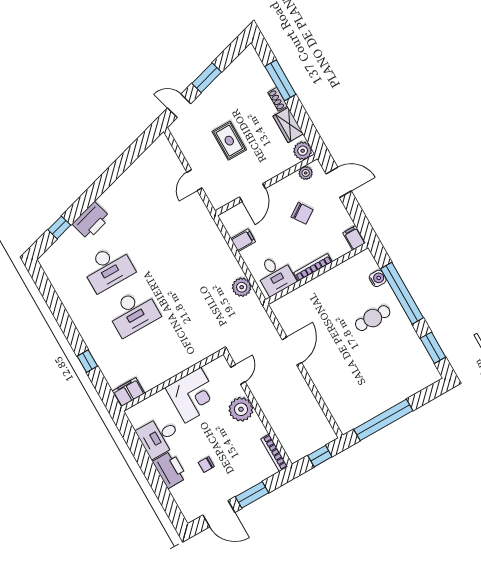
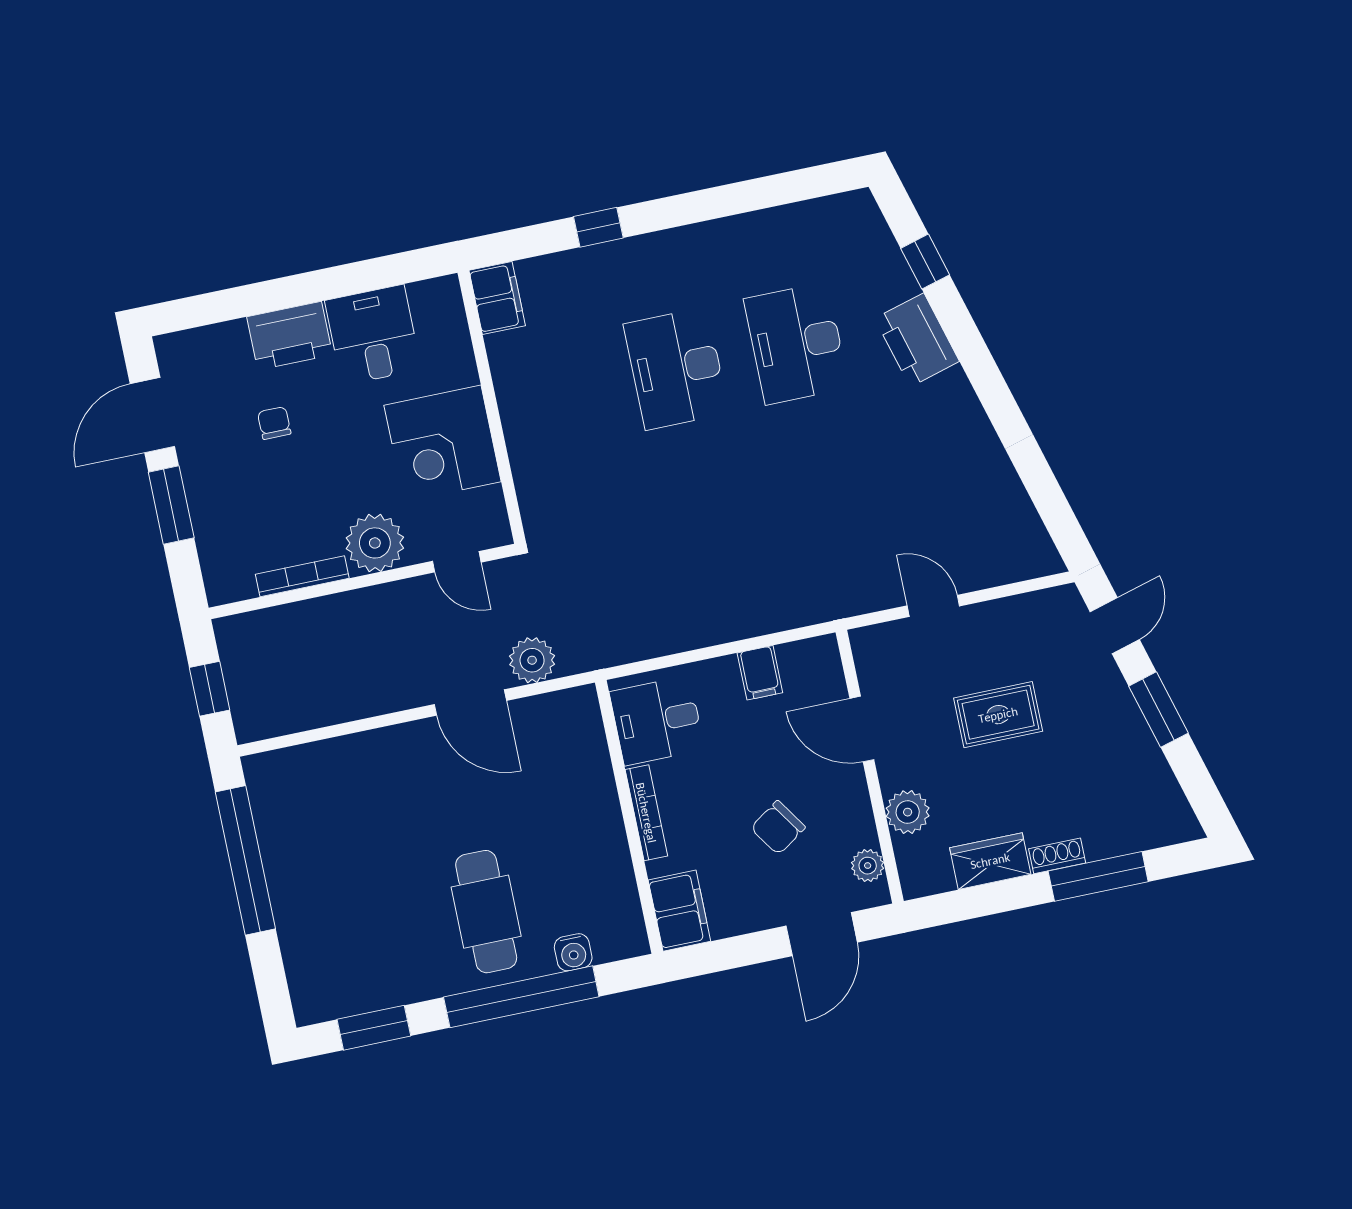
plant: (303, 151) -> (908, 812), moved
filing cabinet: (354, 238) -> (679, 911), width x2.00
plant: (242, 287) -> (532, 660), moved
cafe table: (373, 318) -> (486, 912), width x1.37, depth x1.35
bookcase: (274, 453) -> (302, 576), moved

